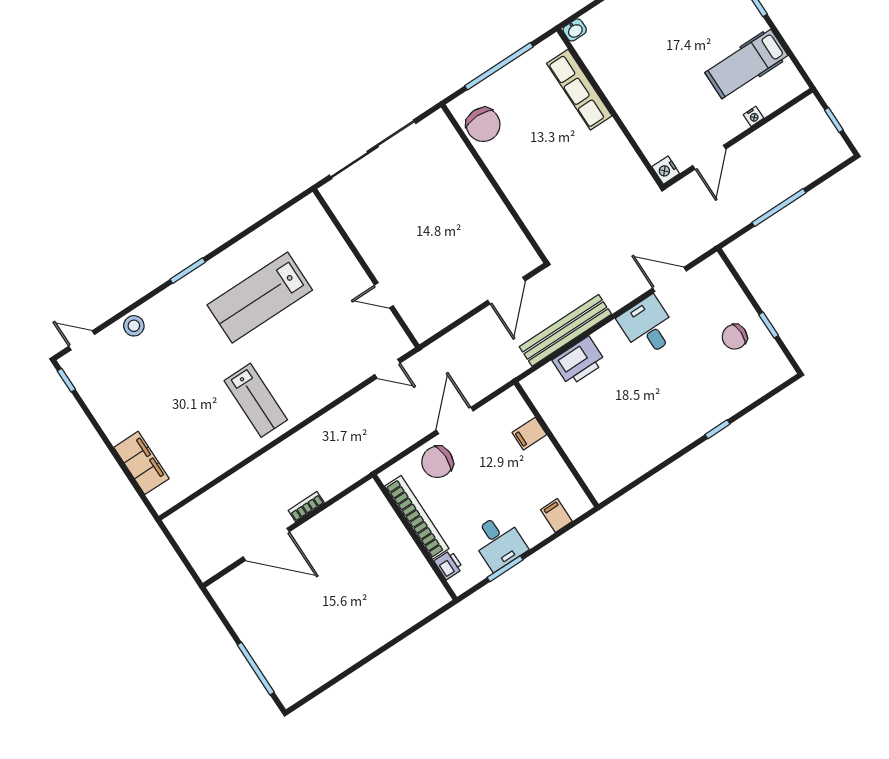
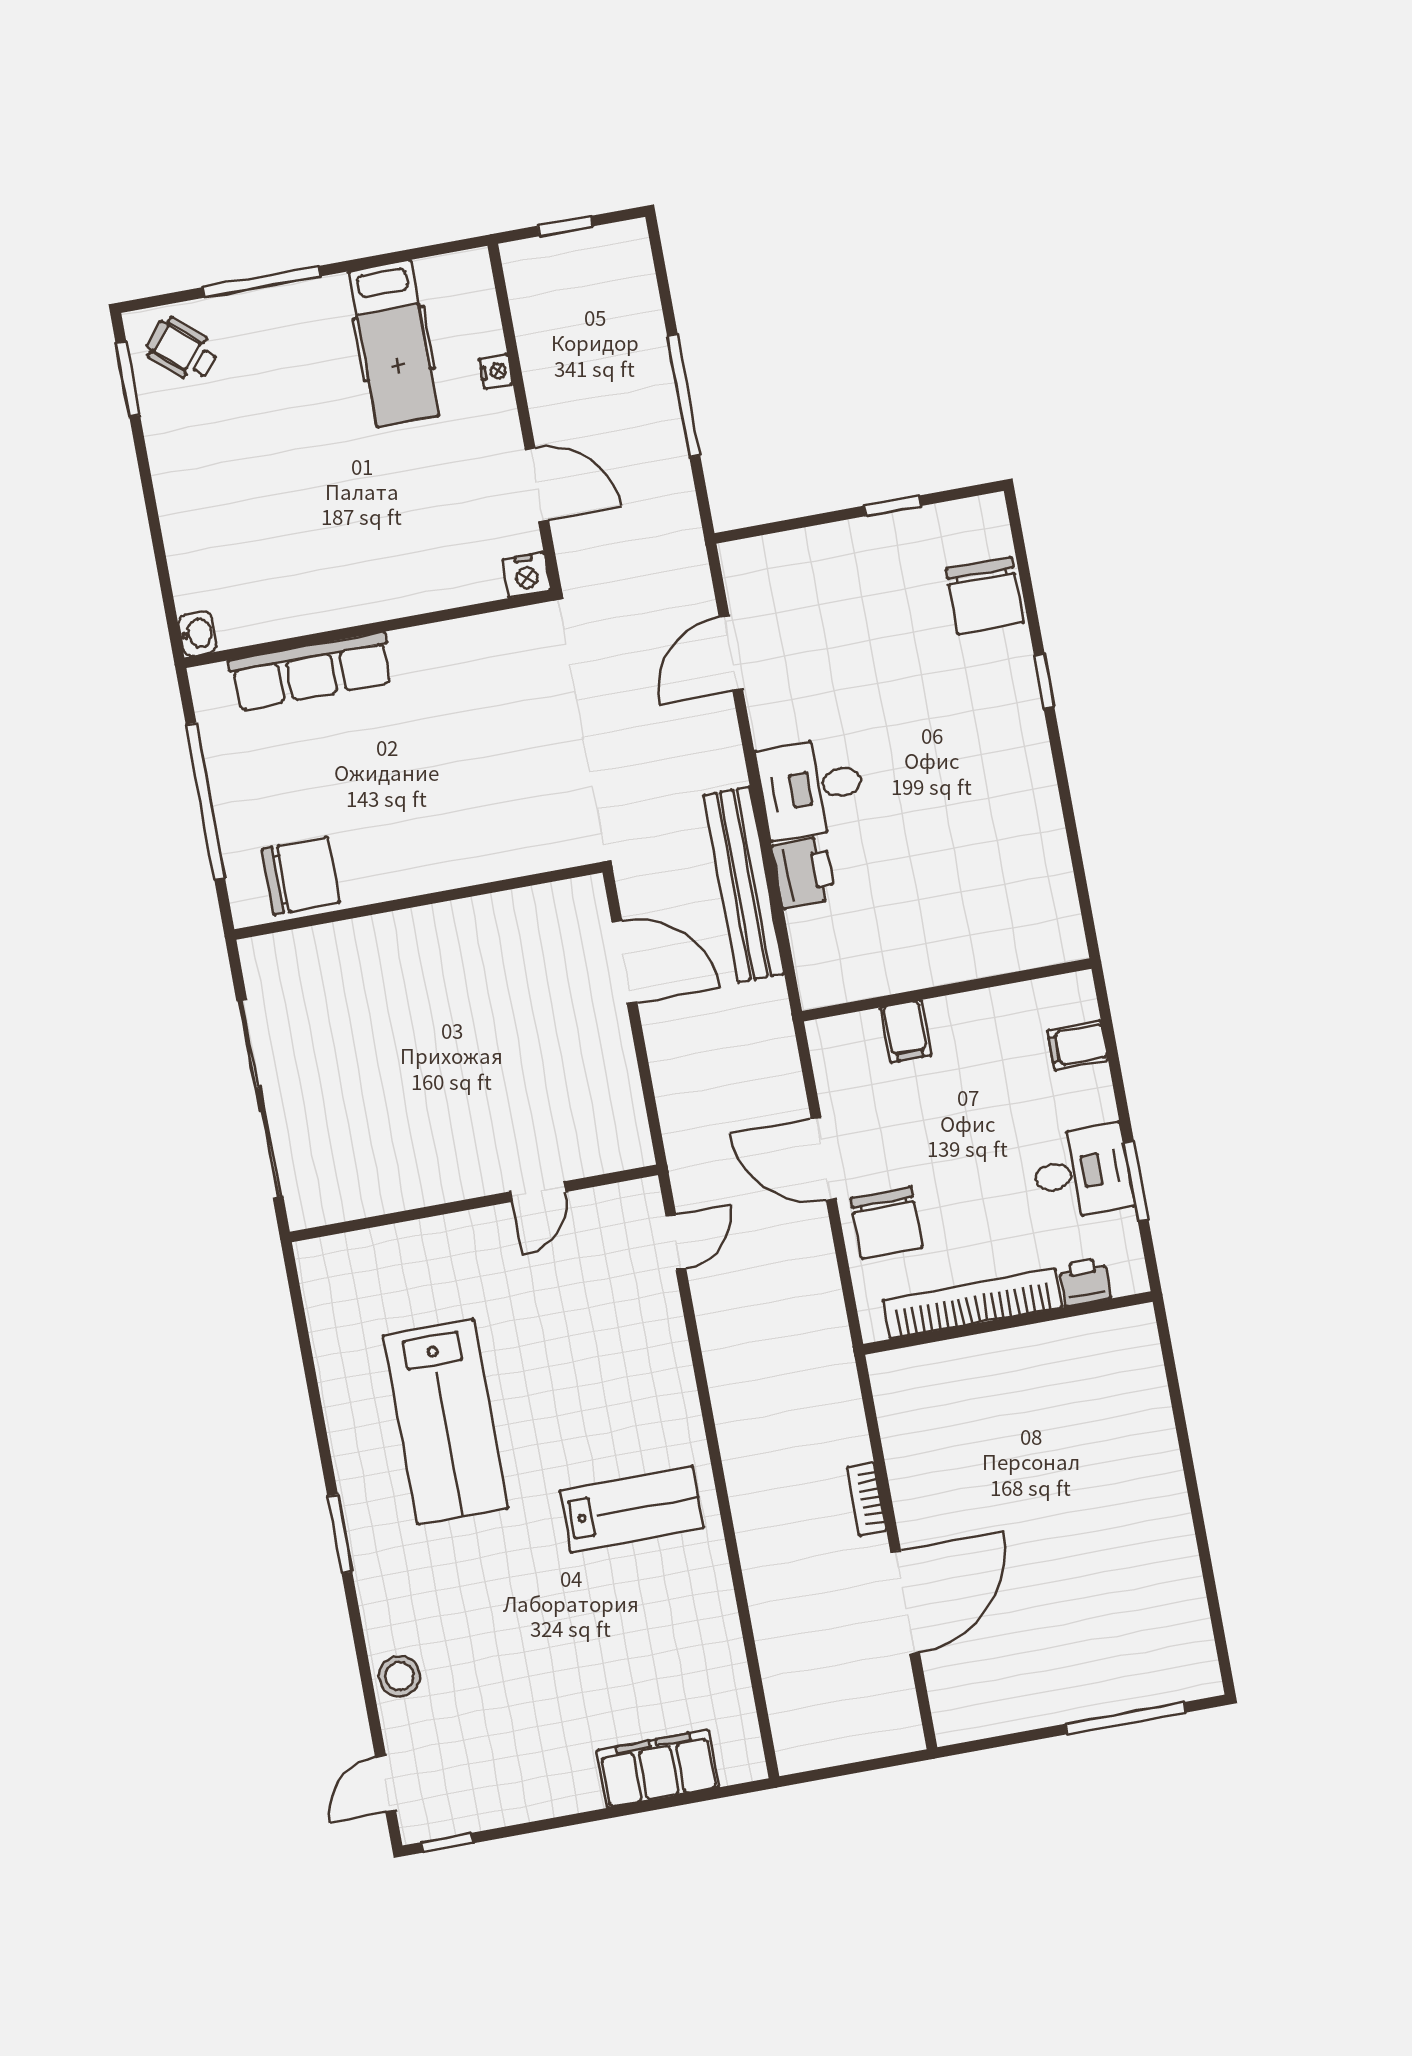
desk: (648, 326) -> (811, 788), moved
chair: (735, 337) -> (985, 596), moved, width x1.37, depth x1.37
printer: (579, 361) -> (804, 873), width x0.73, depth x0.84

